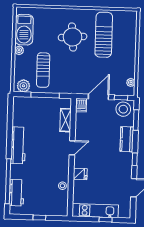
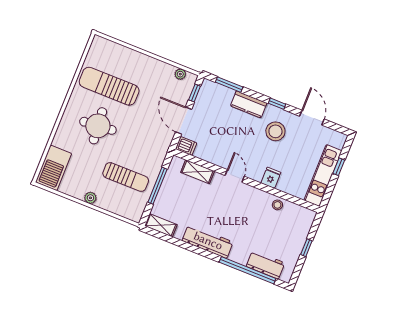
barbecue: (24, 30) -> (54, 168), moved, turned 90
plant: (23, 86) -> (136, 208), removed
shelving: (18, 108) -> (161, 225), added
stool: (123, 109) -> (275, 131), moved

